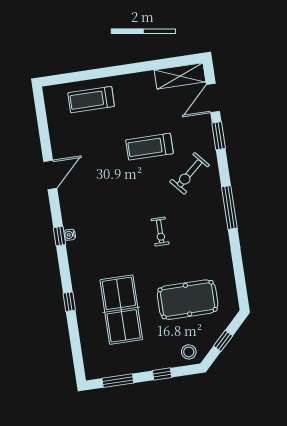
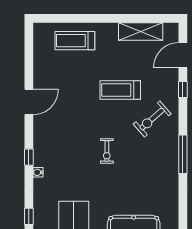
shelving: (180, 76) -> (141, 32), moved
window: (219, 136) -> (183, 90), width x0.67
exercise bike: (160, 231) -> (107, 151), moved
water cooler: (70, 235) -> (38, 172), moved

